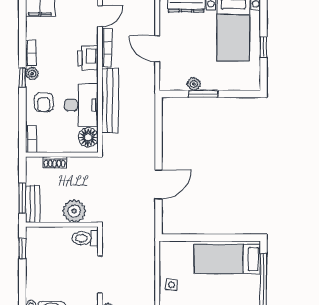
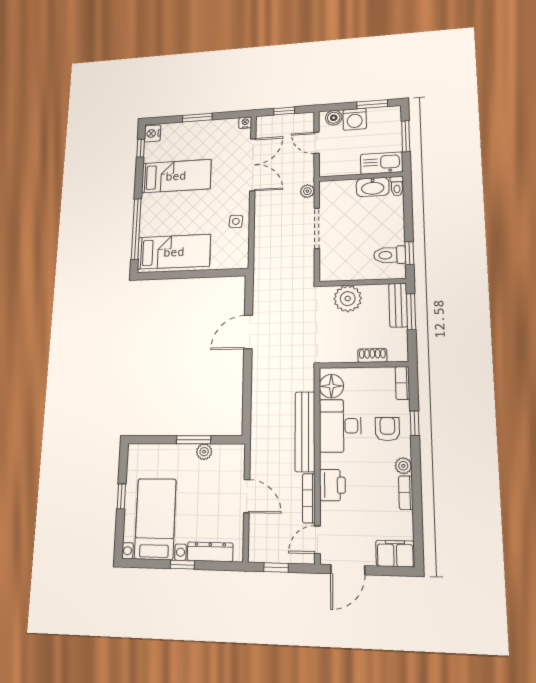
window: (22, 78) -> (415, 423), moved
toilet: (85, 238) -> (390, 255), moved, turned 180

